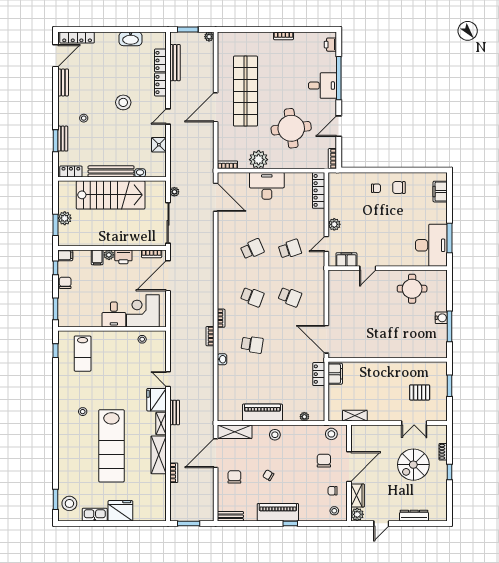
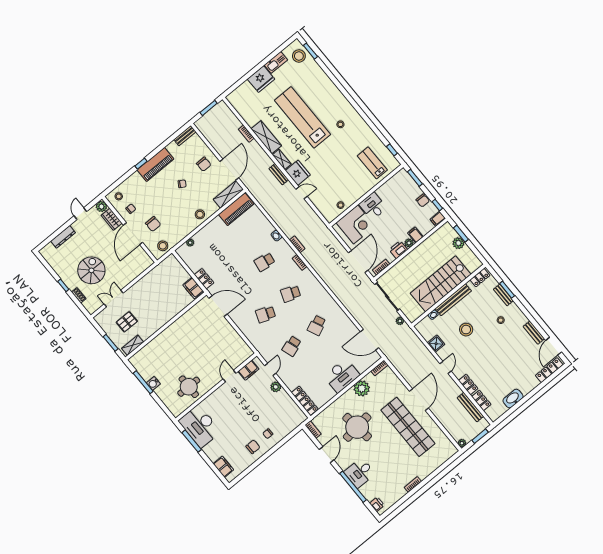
stool: (123, 102) -> (466, 330), moved
piano: (262, 413) -> (236, 209), moved
shelving: (355, 416) -> (133, 345), moved

